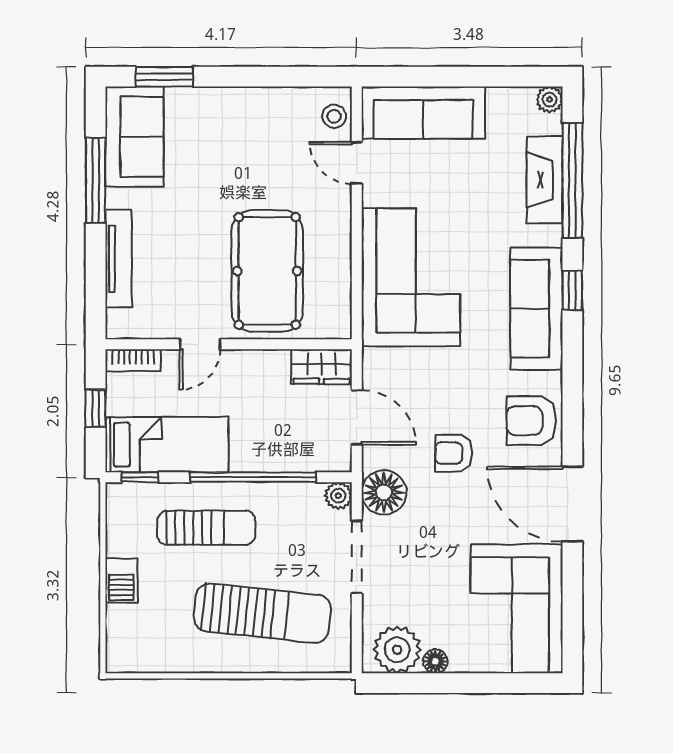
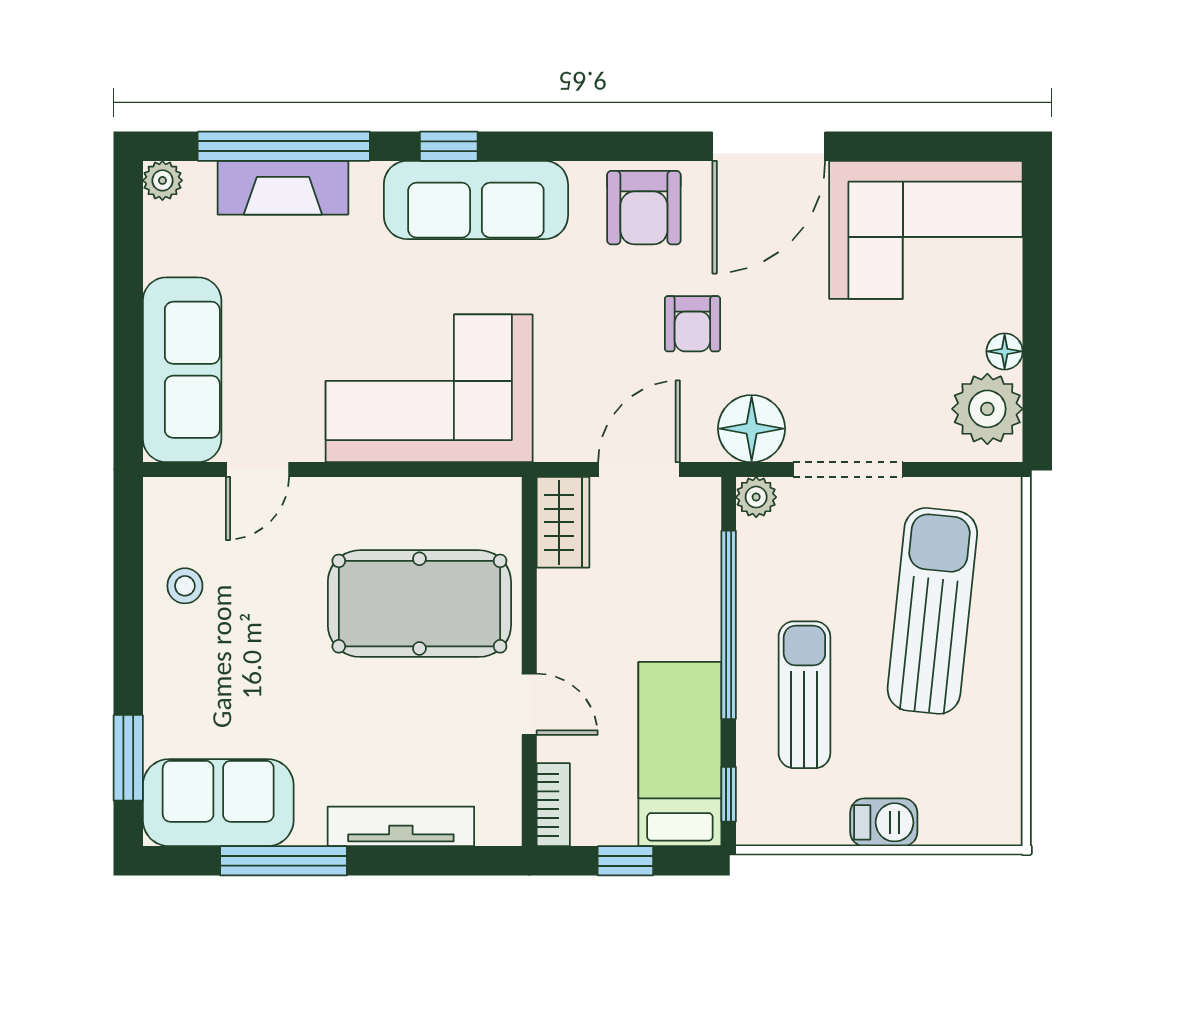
stool: (334, 116) -> (185, 586), moved

